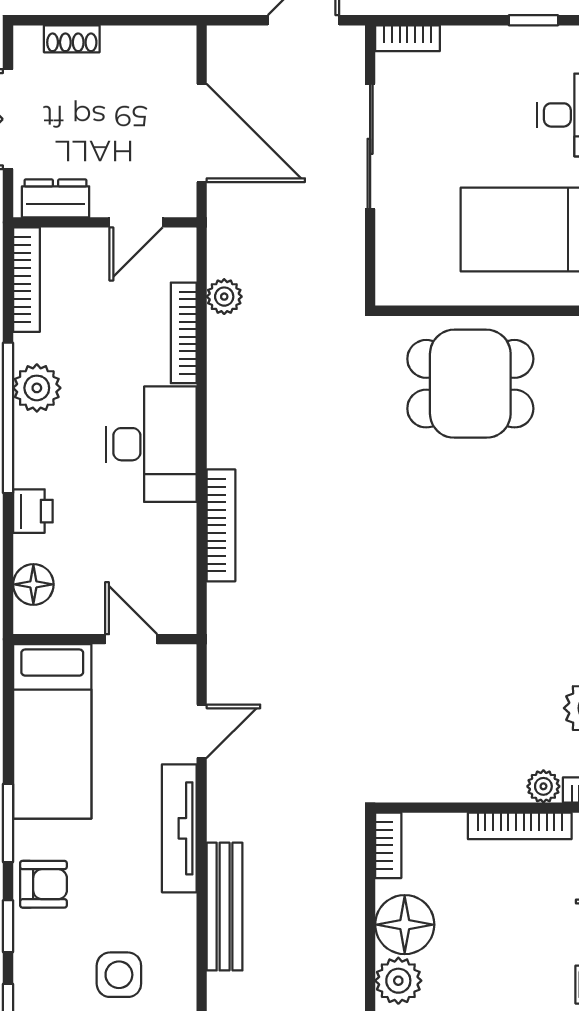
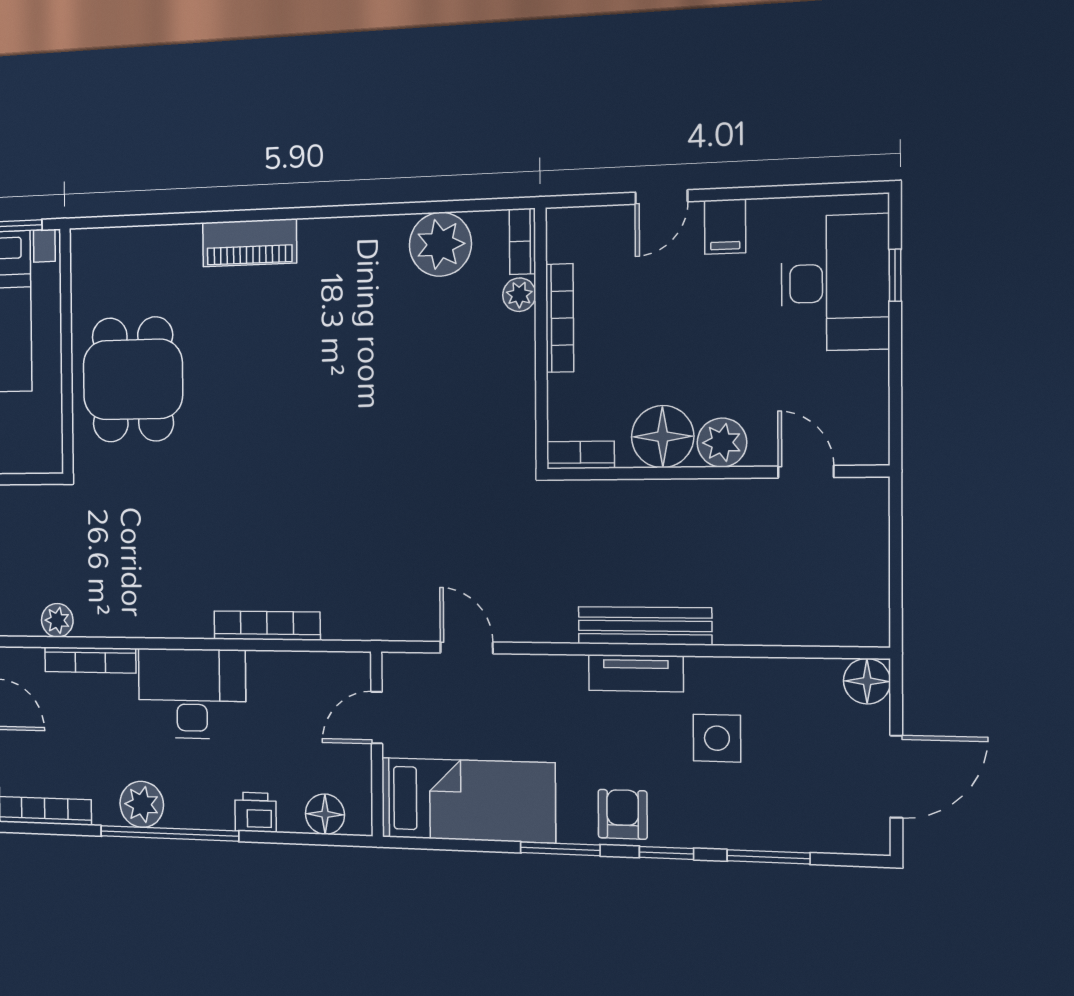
tv unit: (179, 828) -> (636, 673), moved, width x0.71

